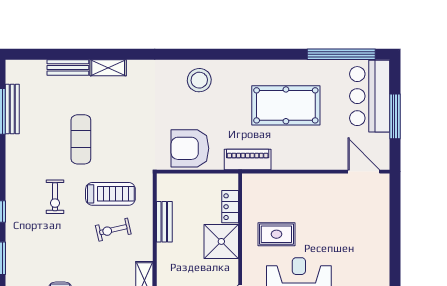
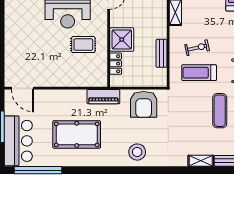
armchair: (190, 148) -> (144, 104), turned 90

